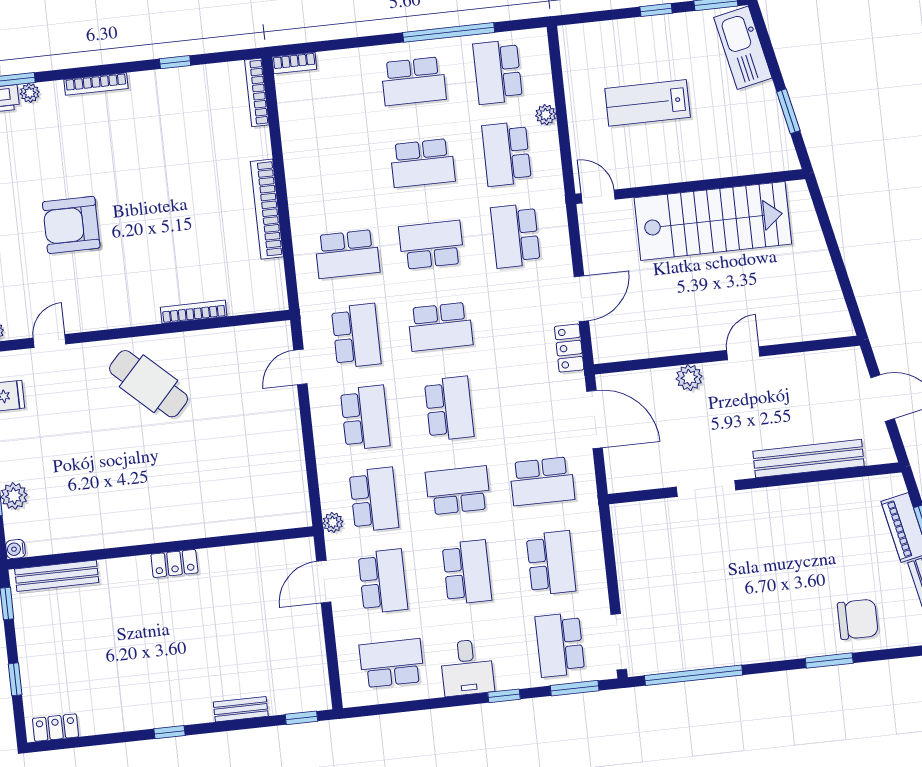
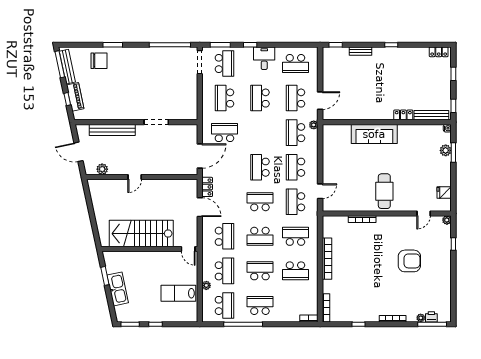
kitchen sink: (743, 48) -> (118, 289), moved
lab bench: (648, 103) -> (178, 293), moved, turned 180
door: (581, 299) -> (200, 207), swing flipped
plant: (689, 378) -> (102, 169), moved
cafe table: (149, 384) -> (384, 191), turned 47
door: (595, 419) -> (200, 156), swing flipped
school desk: (458, 490) -> (295, 271), moved
sofa: (187, 517) -> (374, 134), added
locker: (174, 563) -> (403, 115), moved
chair: (858, 619) -> (99, 61), turned 180

